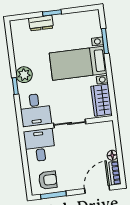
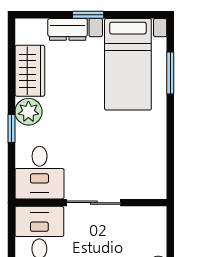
bed with nightstands: (78, 63) -> (128, 64), moved, turned -90
wardrobe: (102, 100) -> (30, 71), moved, turned 180

